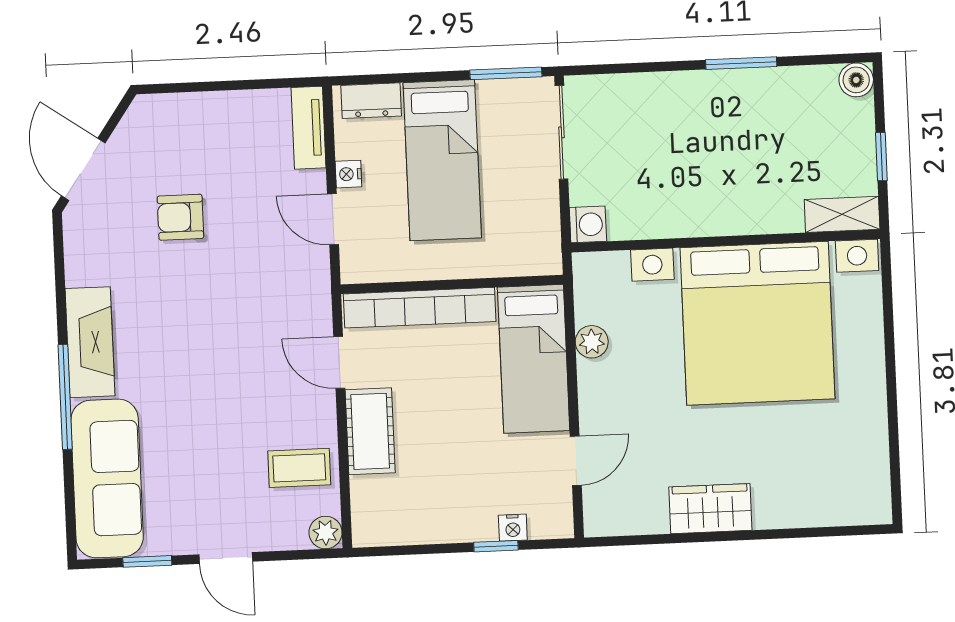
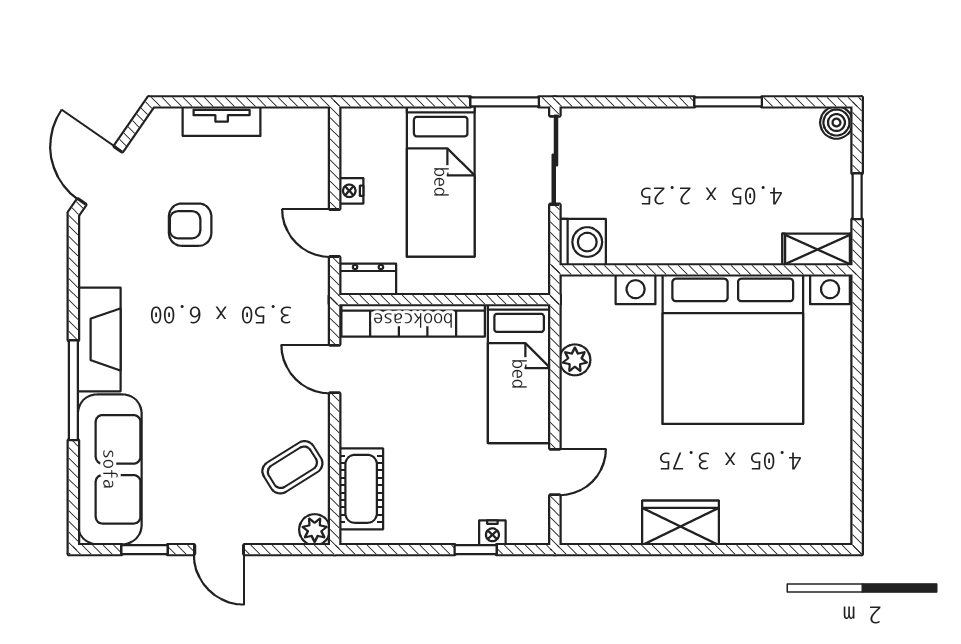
dresser: (371, 101) -> (368, 279), moved, turned 180
tv unit: (309, 128) -> (222, 121), moved, turned -90
washing machine: (588, 224) -> (583, 242), width x1.38, depth x1.38
cot: (370, 431) -> (361, 489), moved
coffee table: (299, 468) -> (292, 467), turned -32

